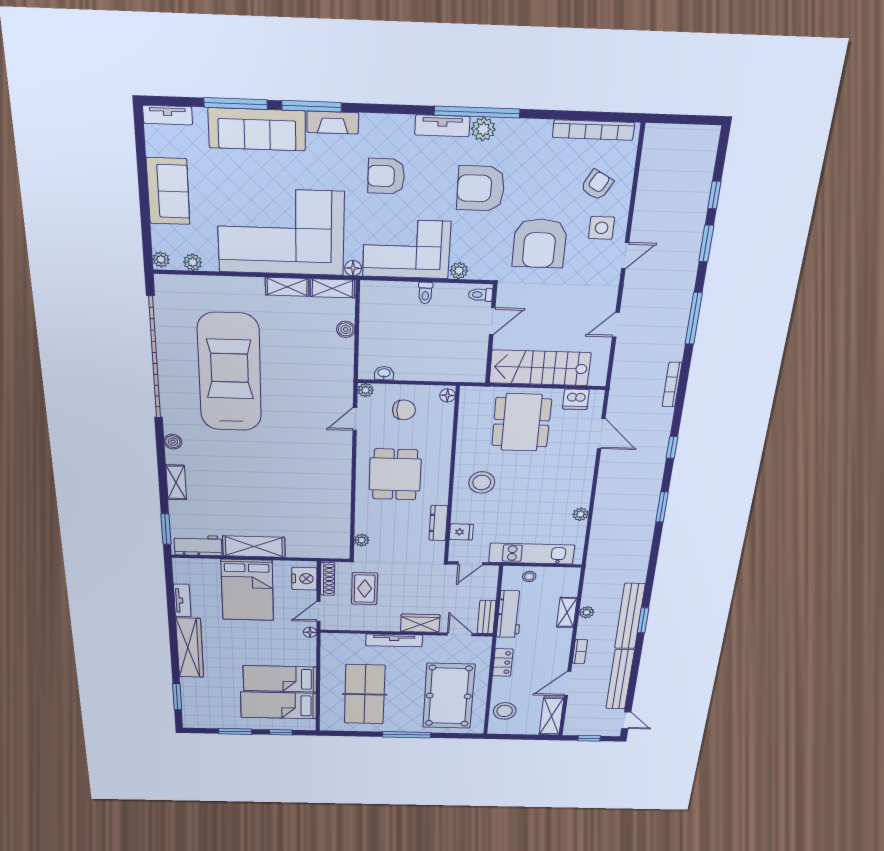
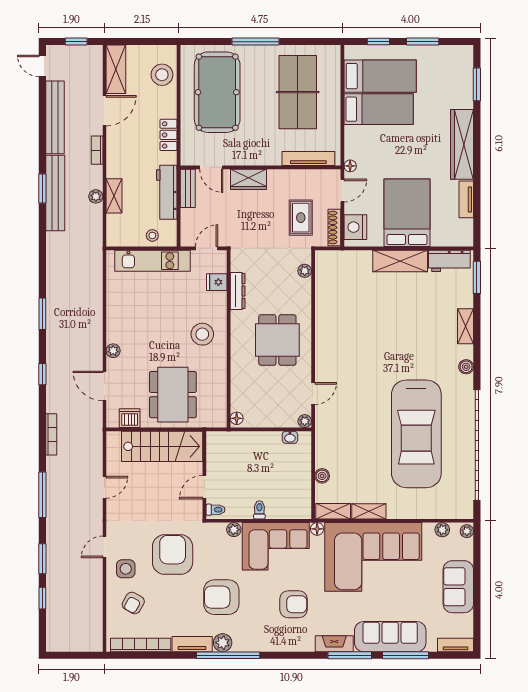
tv unit: (442, 126) -> (192, 644), moved
armchair: (481, 188) -> (221, 597), turned 180
chair: (404, 410) -> (272, 403), removed
plant: (581, 514) -> (113, 351), moved
tv unit: (394, 640) -> (308, 159), moved

